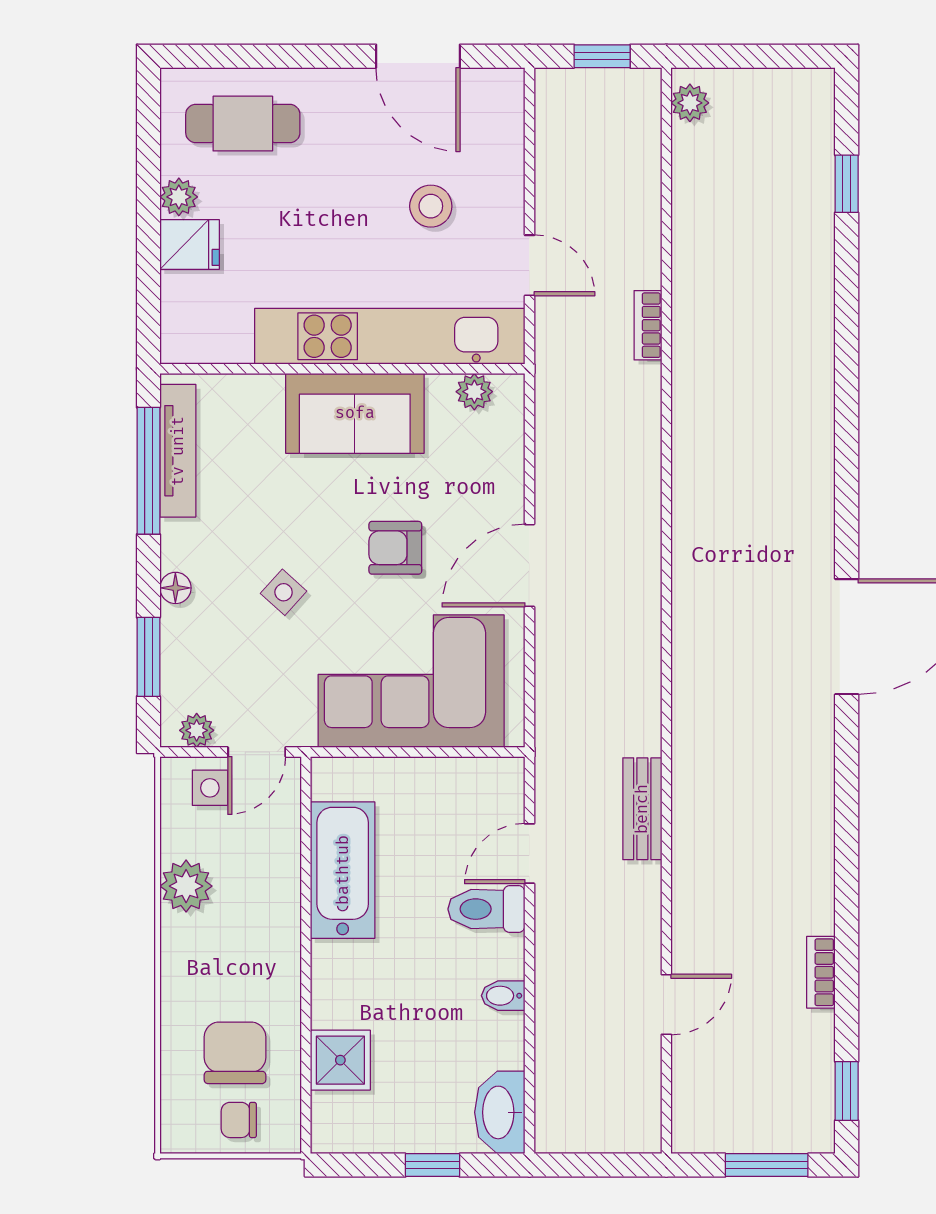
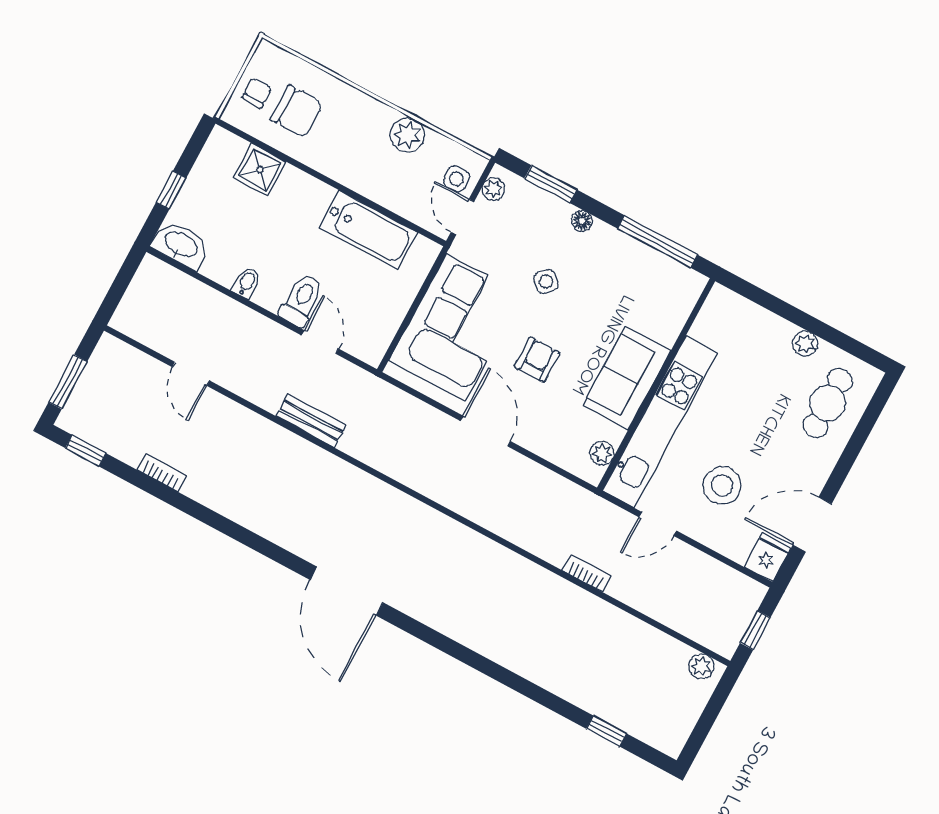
stool: (431, 206) -> (722, 486), width x1.38, depth x1.38
fridge: (190, 244) -> (767, 558), moved, turned 180
tv unit: (178, 451) -> (660, 265), removed

